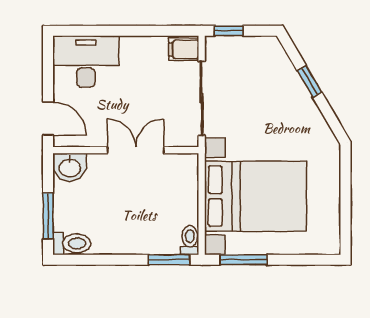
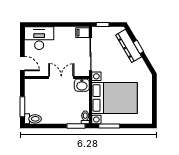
dresser: (287, 79) -> (129, 46), added
washbasin: (70, 167) -> (82, 85), moved

